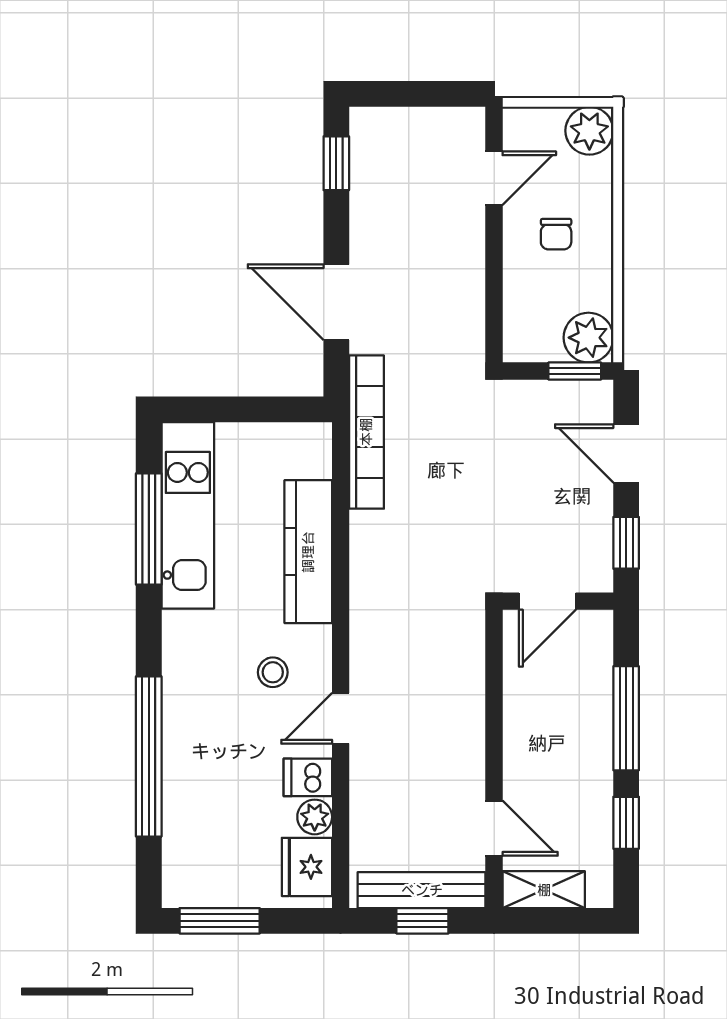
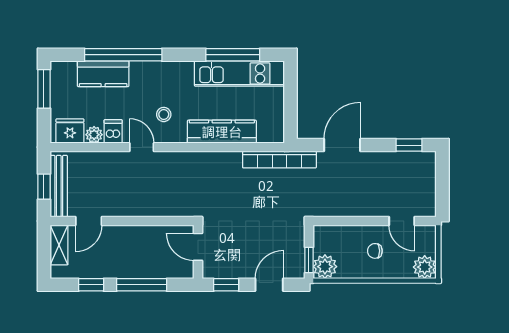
kitchen counter: (188, 798) -> (103, 74), added

